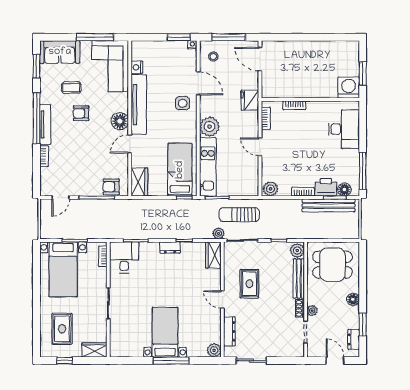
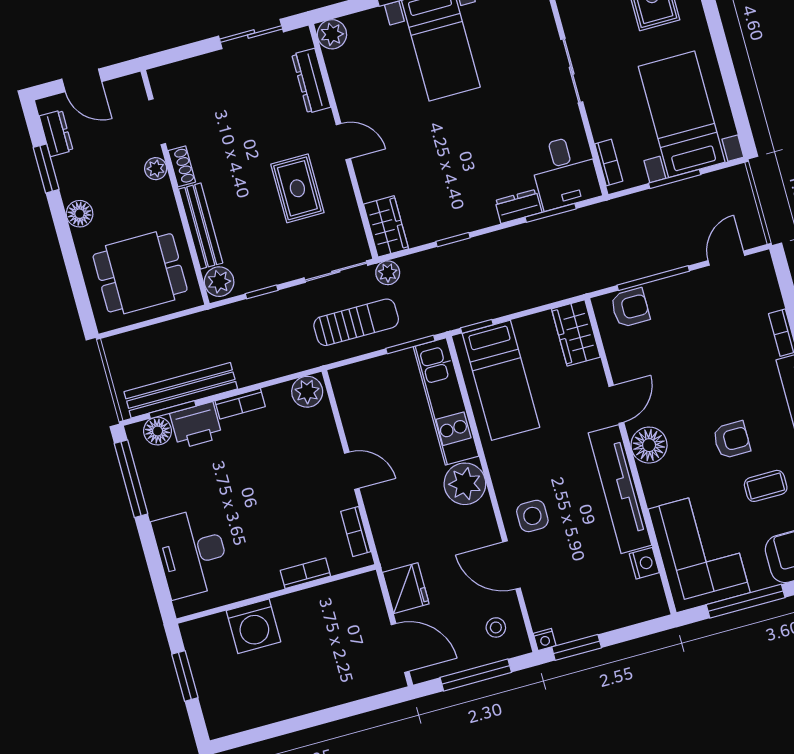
washing machine: (349, 88) -> (253, 626), moved
fridge: (250, 100) -> (406, 588), moved
dresser: (170, 248) -> (518, 206), moved

